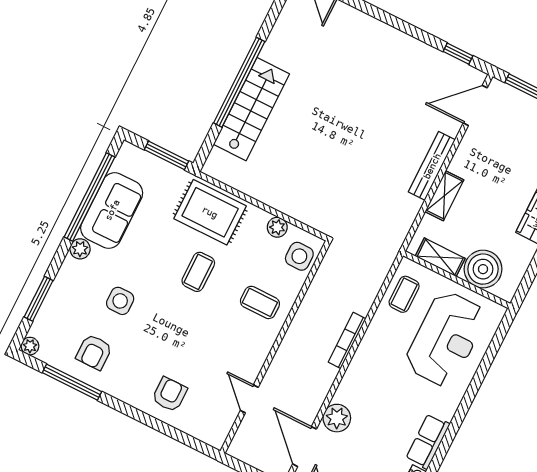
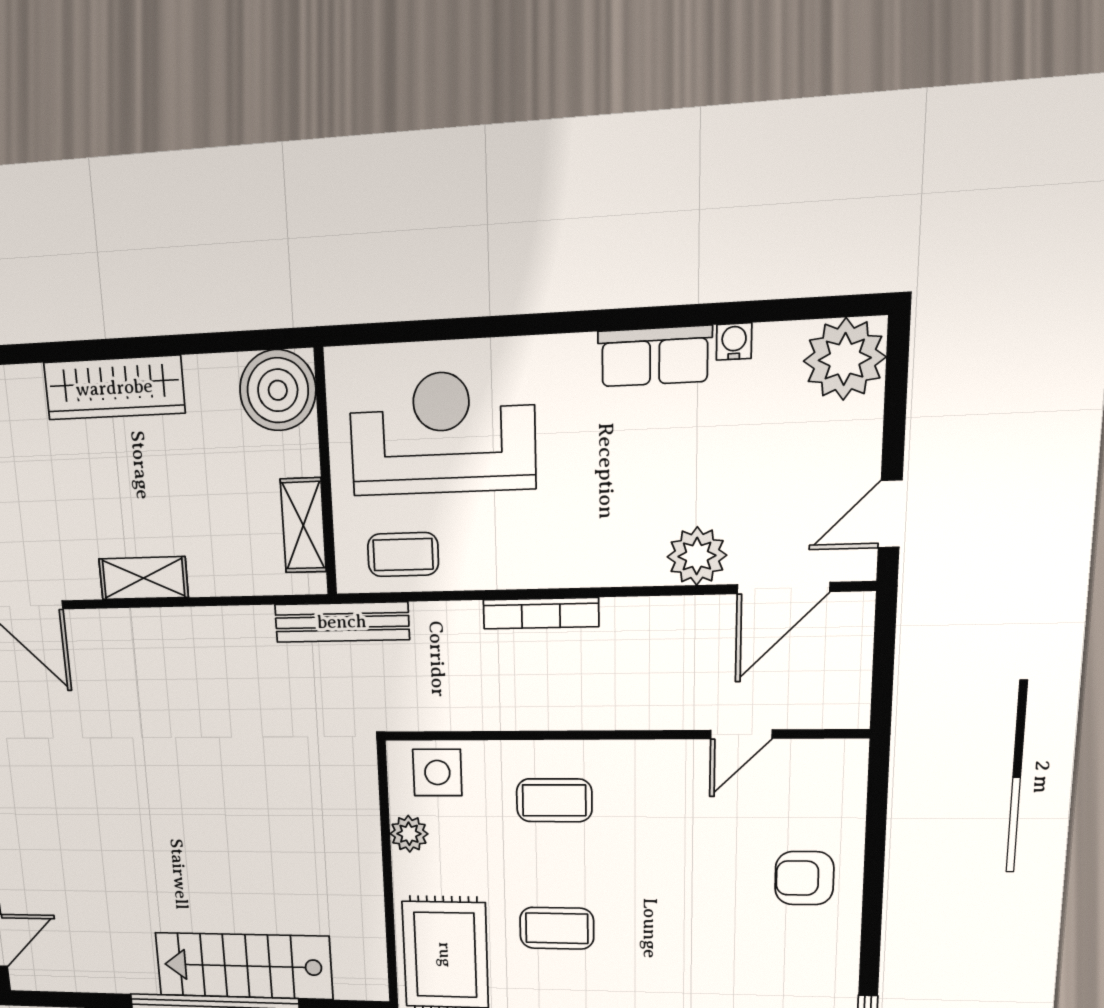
bench: (432, 166) -> (342, 622), moved
shelving: (444, 196) -> (144, 578), moved
boiler: (483, 269) -> (278, 390), moved
coffee table: (260, 302) -> (554, 800), turned 90

